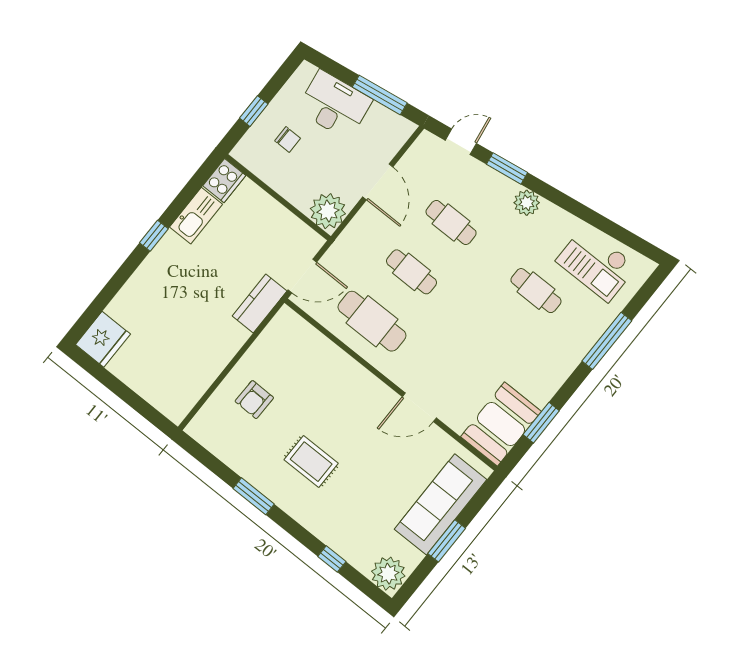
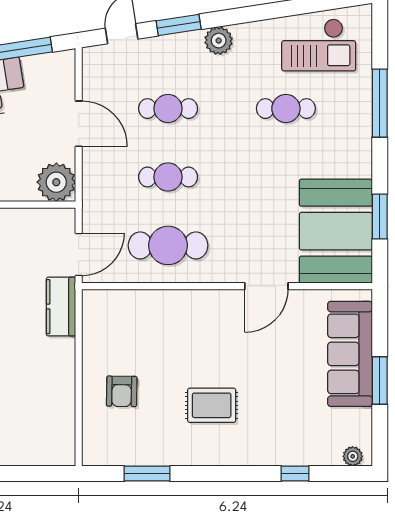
booth: (501, 424) -> (336, 231), width x1.36, depth x1.42
window: (254, 496) -> (147, 474), moved
plant: (388, 574) -> (353, 456), width x0.53, depth x0.53

